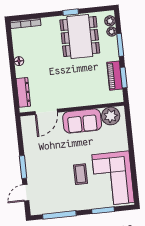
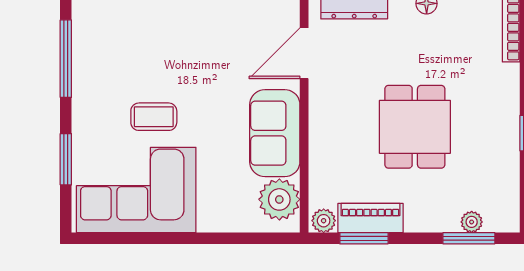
plant: (110, 21) -> (324, 221), moved
dining table: (80, 37) -> (415, 127), moved, width x0.73
window: (120, 45) -> (469, 238), moved
door: (46, 112) -> (304, 53), hinge flipped

